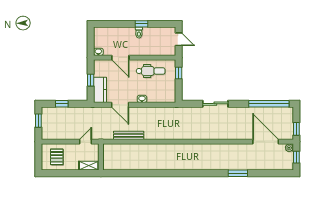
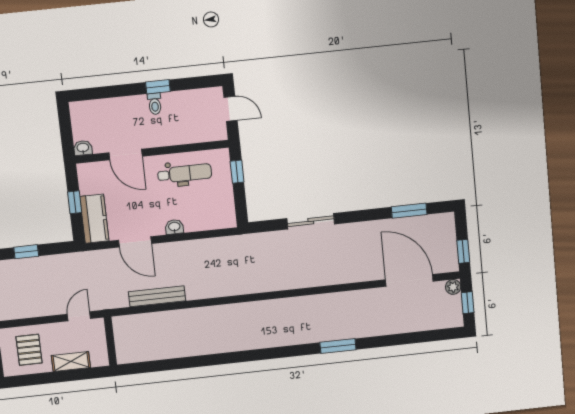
window: (269, 104) -> (409, 211), width x0.47
shelving: (89, 166) -> (71, 361), moved
window: (238, 173) -> (338, 346), moved

